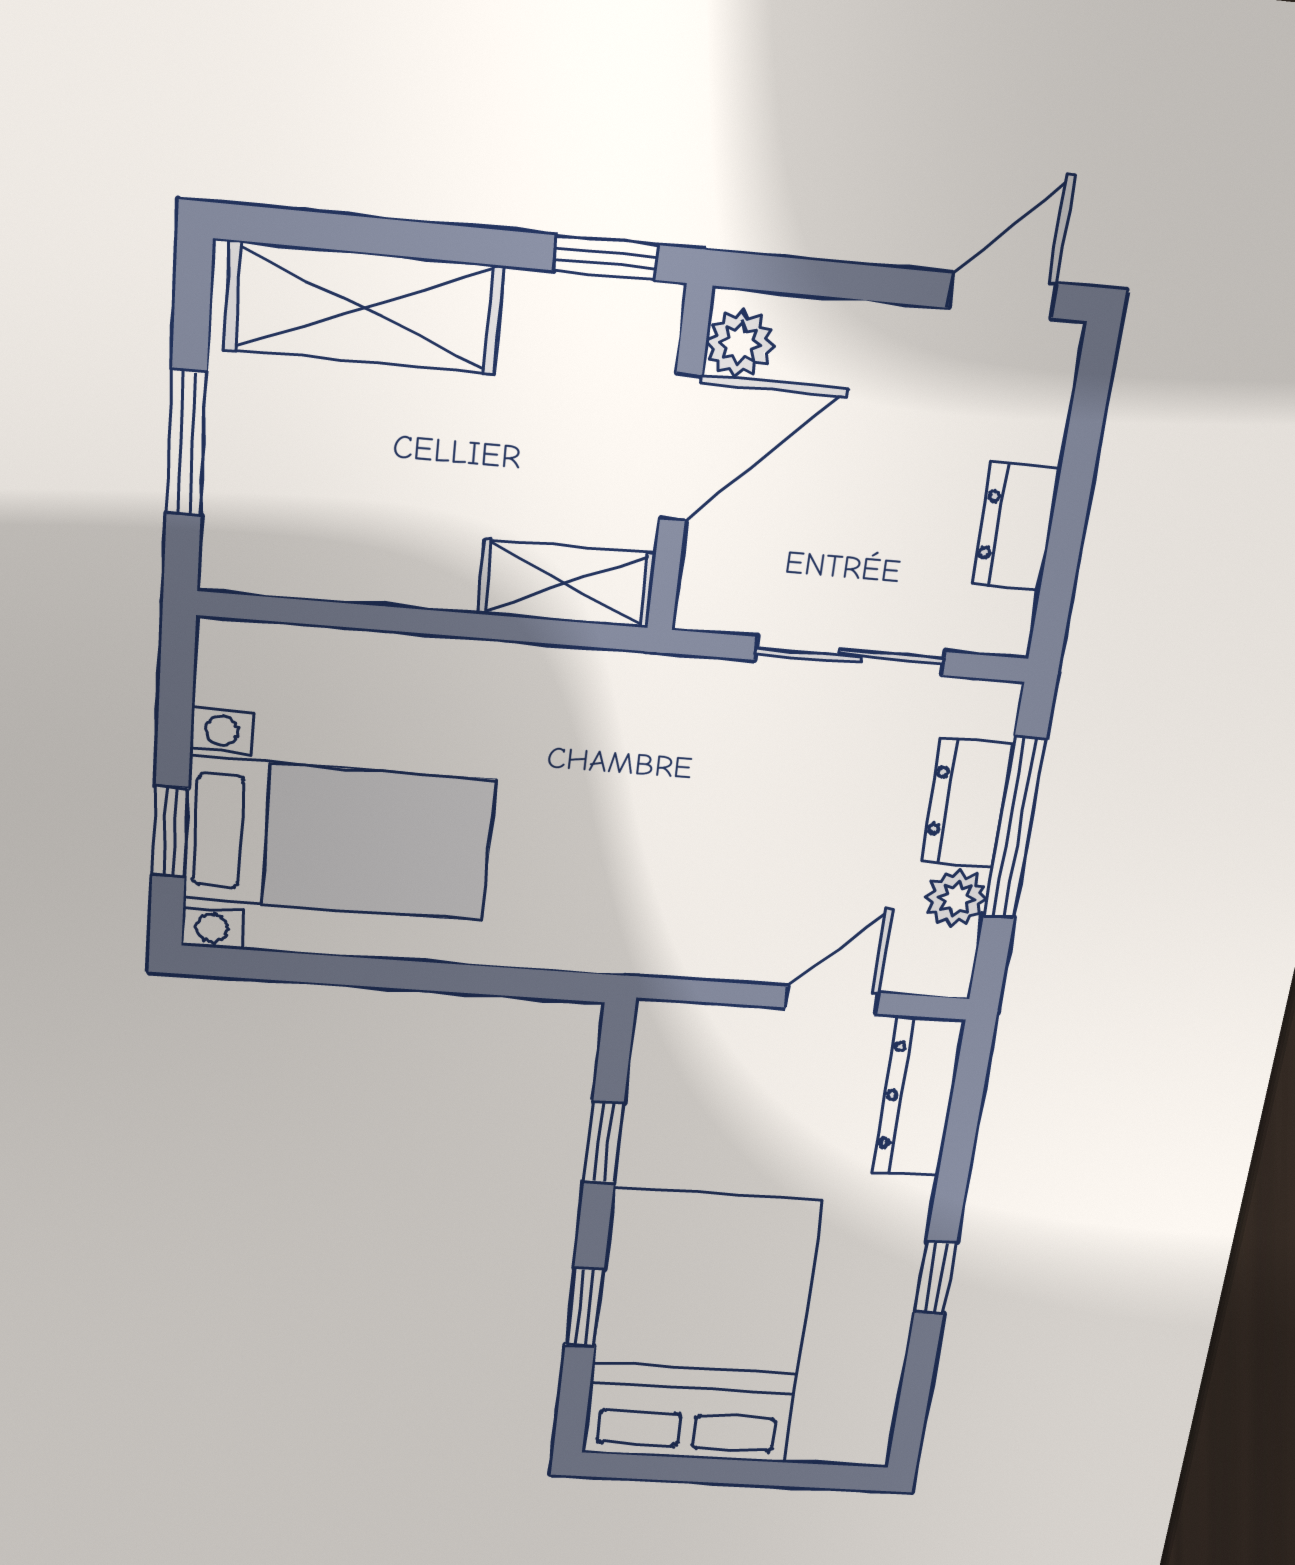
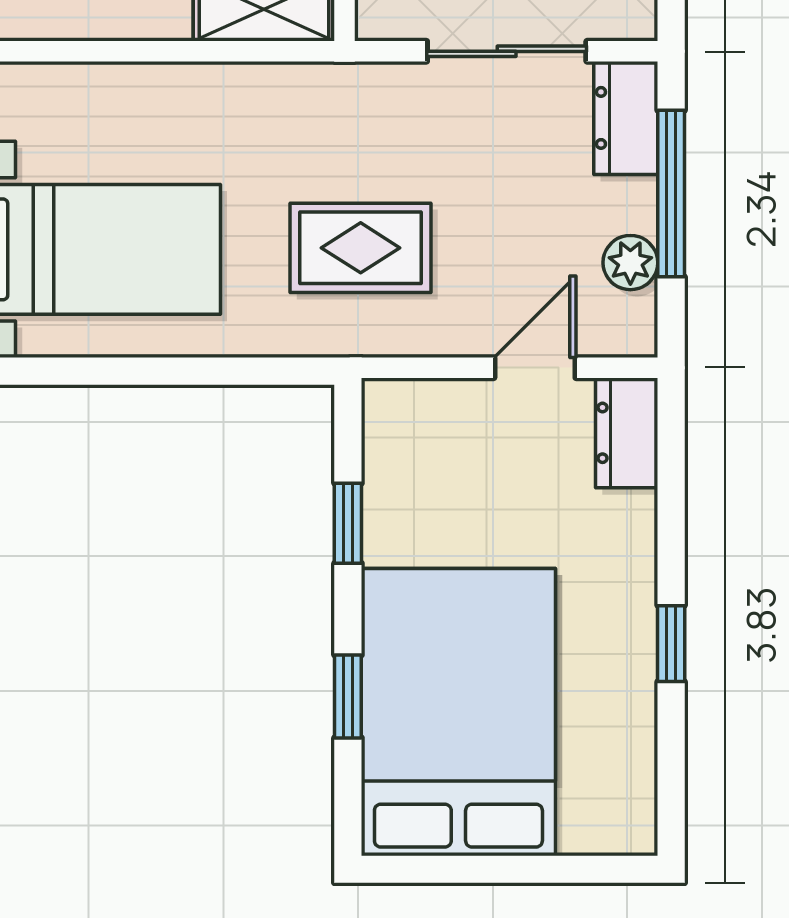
dresser: (967, 803) -> (626, 118), moved
rug: (651, 861) -> (361, 248), added
dresser: (918, 1097) -> (627, 433), width x0.70

